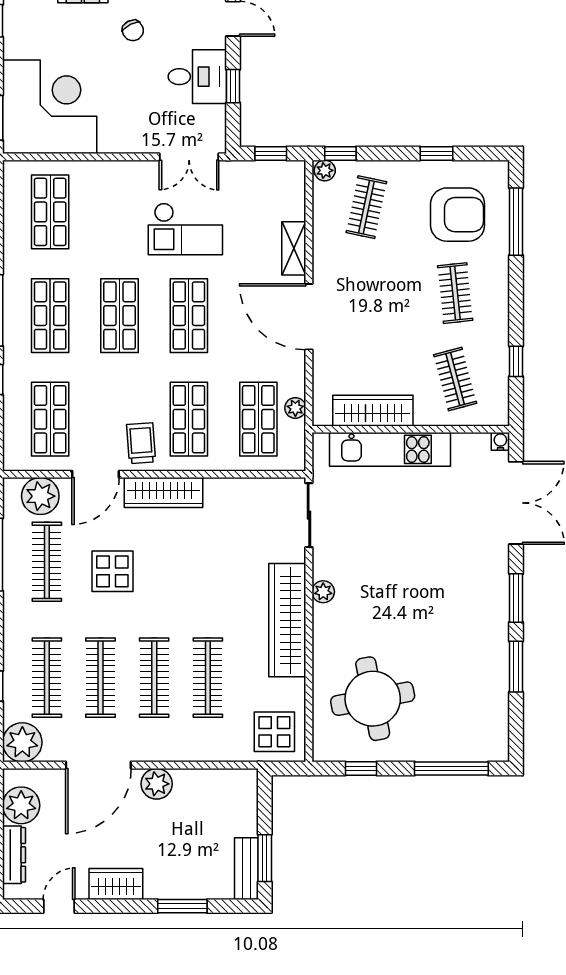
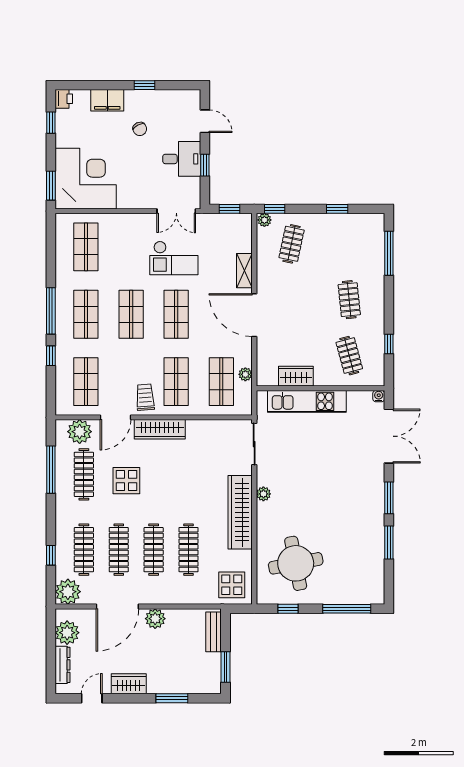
armchair: (458, 215) -> (351, 249), removed
wardrobe: (373, 411) -> (296, 376), width x0.67
bench: (246, 869) -> (214, 632), moved

